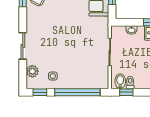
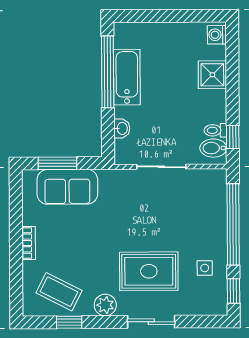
rug: (51, 45) -> (149, 271), added
plant: (32, 71) -> (105, 305), moved

